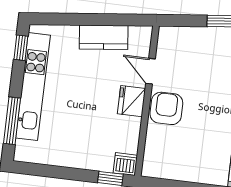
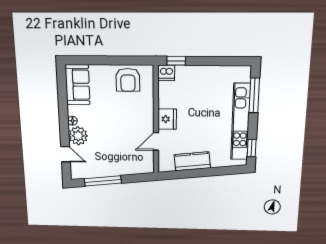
door: (151, 71) -> (156, 141), swing flipped
armchair: (166, 108) -> (128, 80), moved

